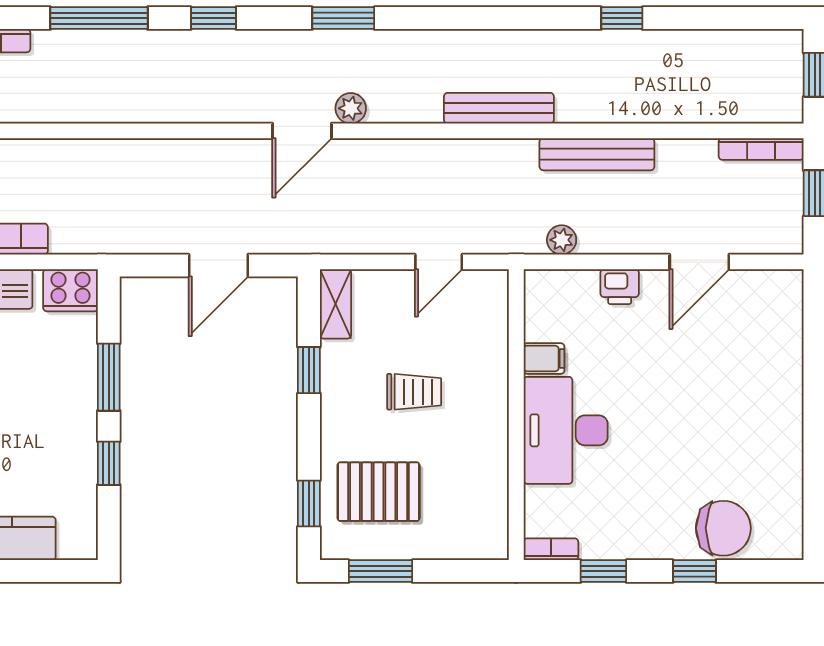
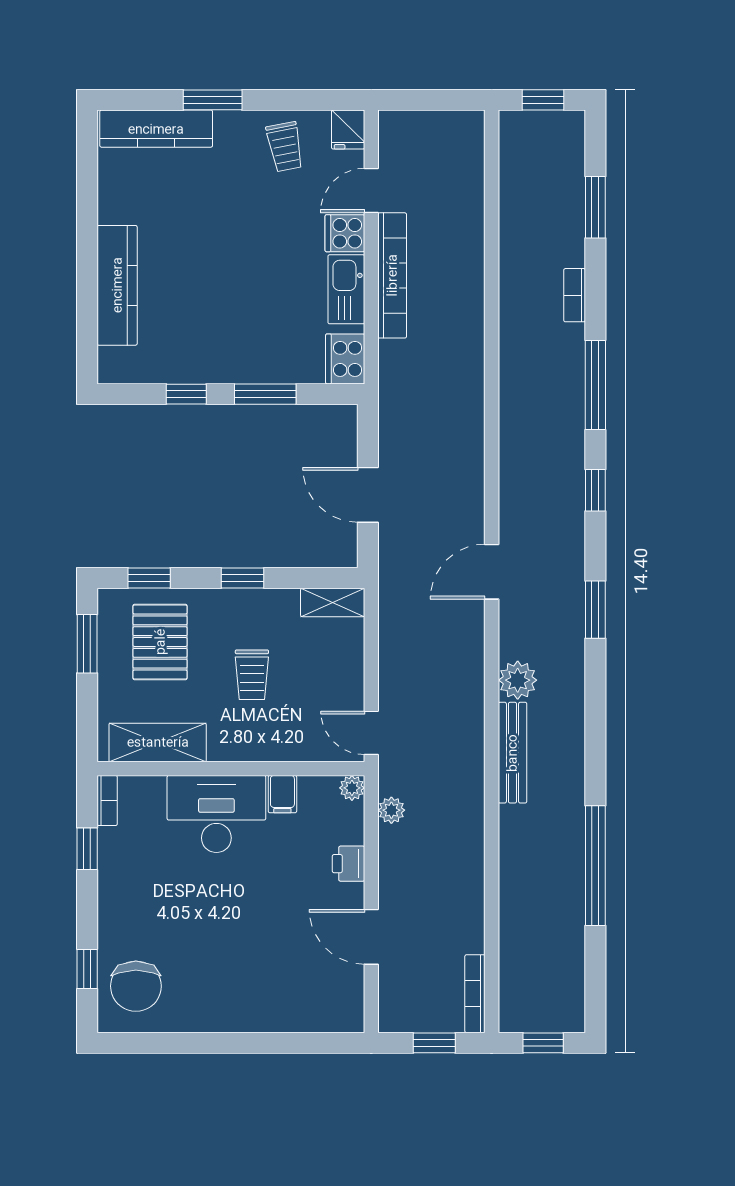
window: (622, 18) -> (595, 866), width x3.17
plant: (351, 108) -> (518, 680), moved, width x1.38, depth x1.38
door: (302, 131) -> (492, 572), hinge flipped
bench: (597, 154) -> (470, 843), removed
door: (439, 262) -> (371, 733), moved
plant: (537, 283) -> (352, 788), added
window: (309, 370) -> (243, 578), moved
shelving: (488, 494) -> (158, 742), added
chair: (723, 528) -> (136, 986), moved
window: (694, 571) -> (87, 969), moved

